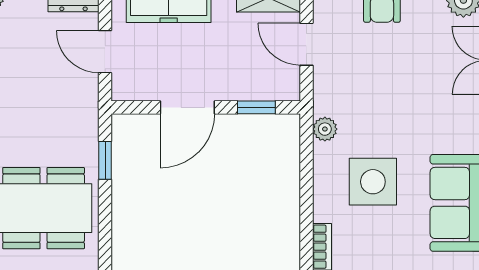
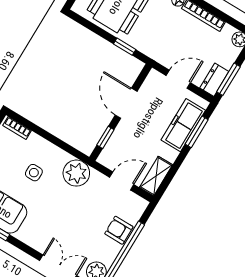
plant: (325, 129) -> (76, 173), width x1.88, depth x1.88
side table: (373, 182) -> (34, 173), width x0.54, depth x0.54

